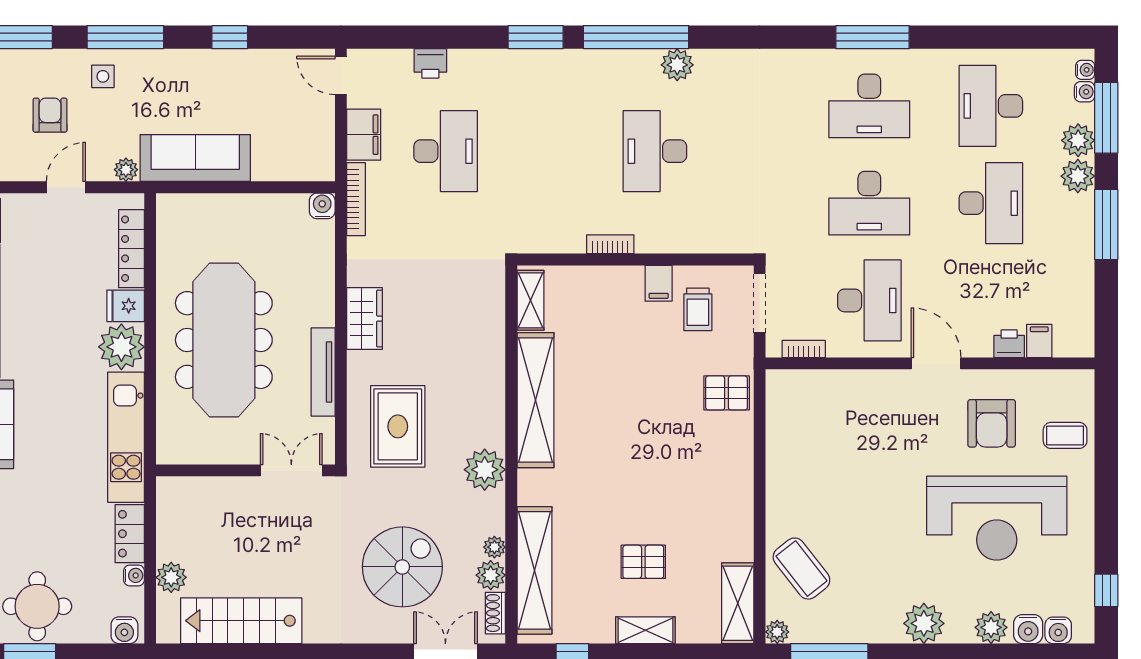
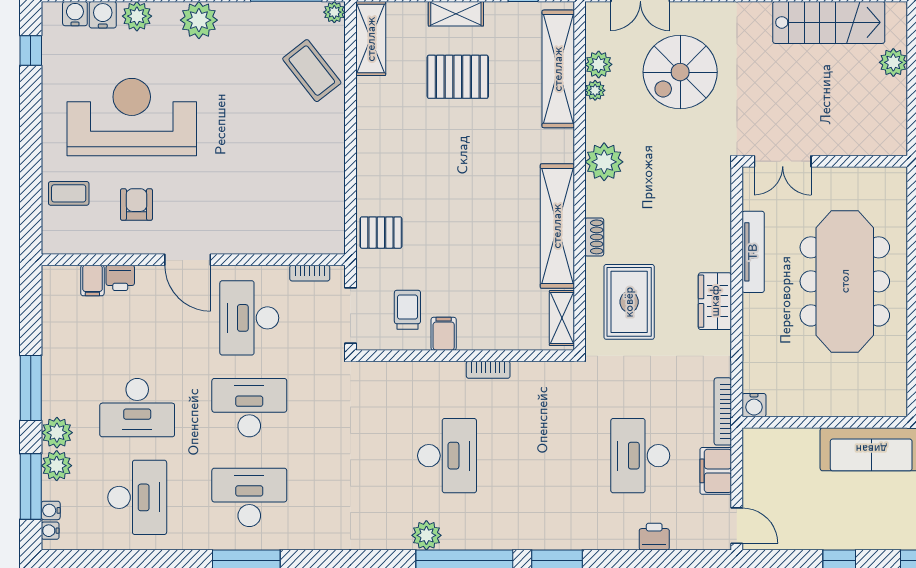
desk: (991, 203) -> (137, 408), turned -90
armchair: (992, 423) -> (136, 205), width x0.72, depth x0.72
rug: (398, 426) -> (629, 302), moved
pallet: (643, 562) -> (458, 77), width x1.50, depth x1.42
shoe rack: (495, 613) -> (594, 237), moved

